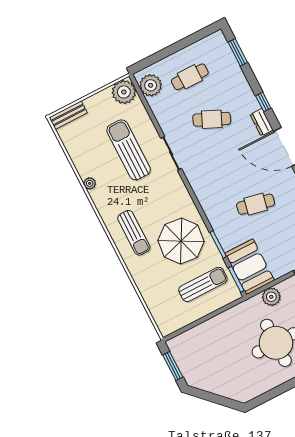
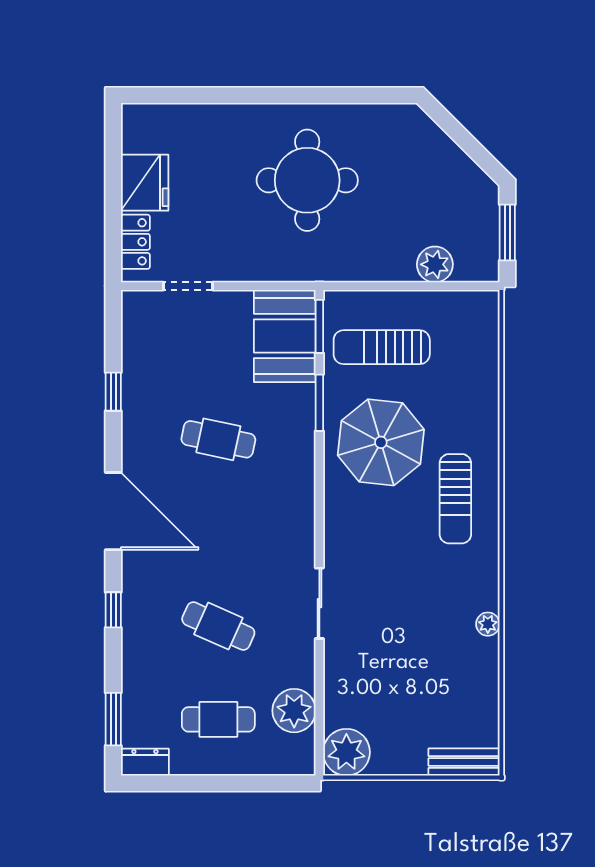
plant: (151, 85) -> (294, 711), moved
dresser: (262, 122) -> (145, 762), moved, turned -90
sun lounger: (129, 150) -> (390, 647), removed
sun lounger: (134, 233) -> (455, 499), turned 180
plant: (271, 297) -> (435, 264), moved

